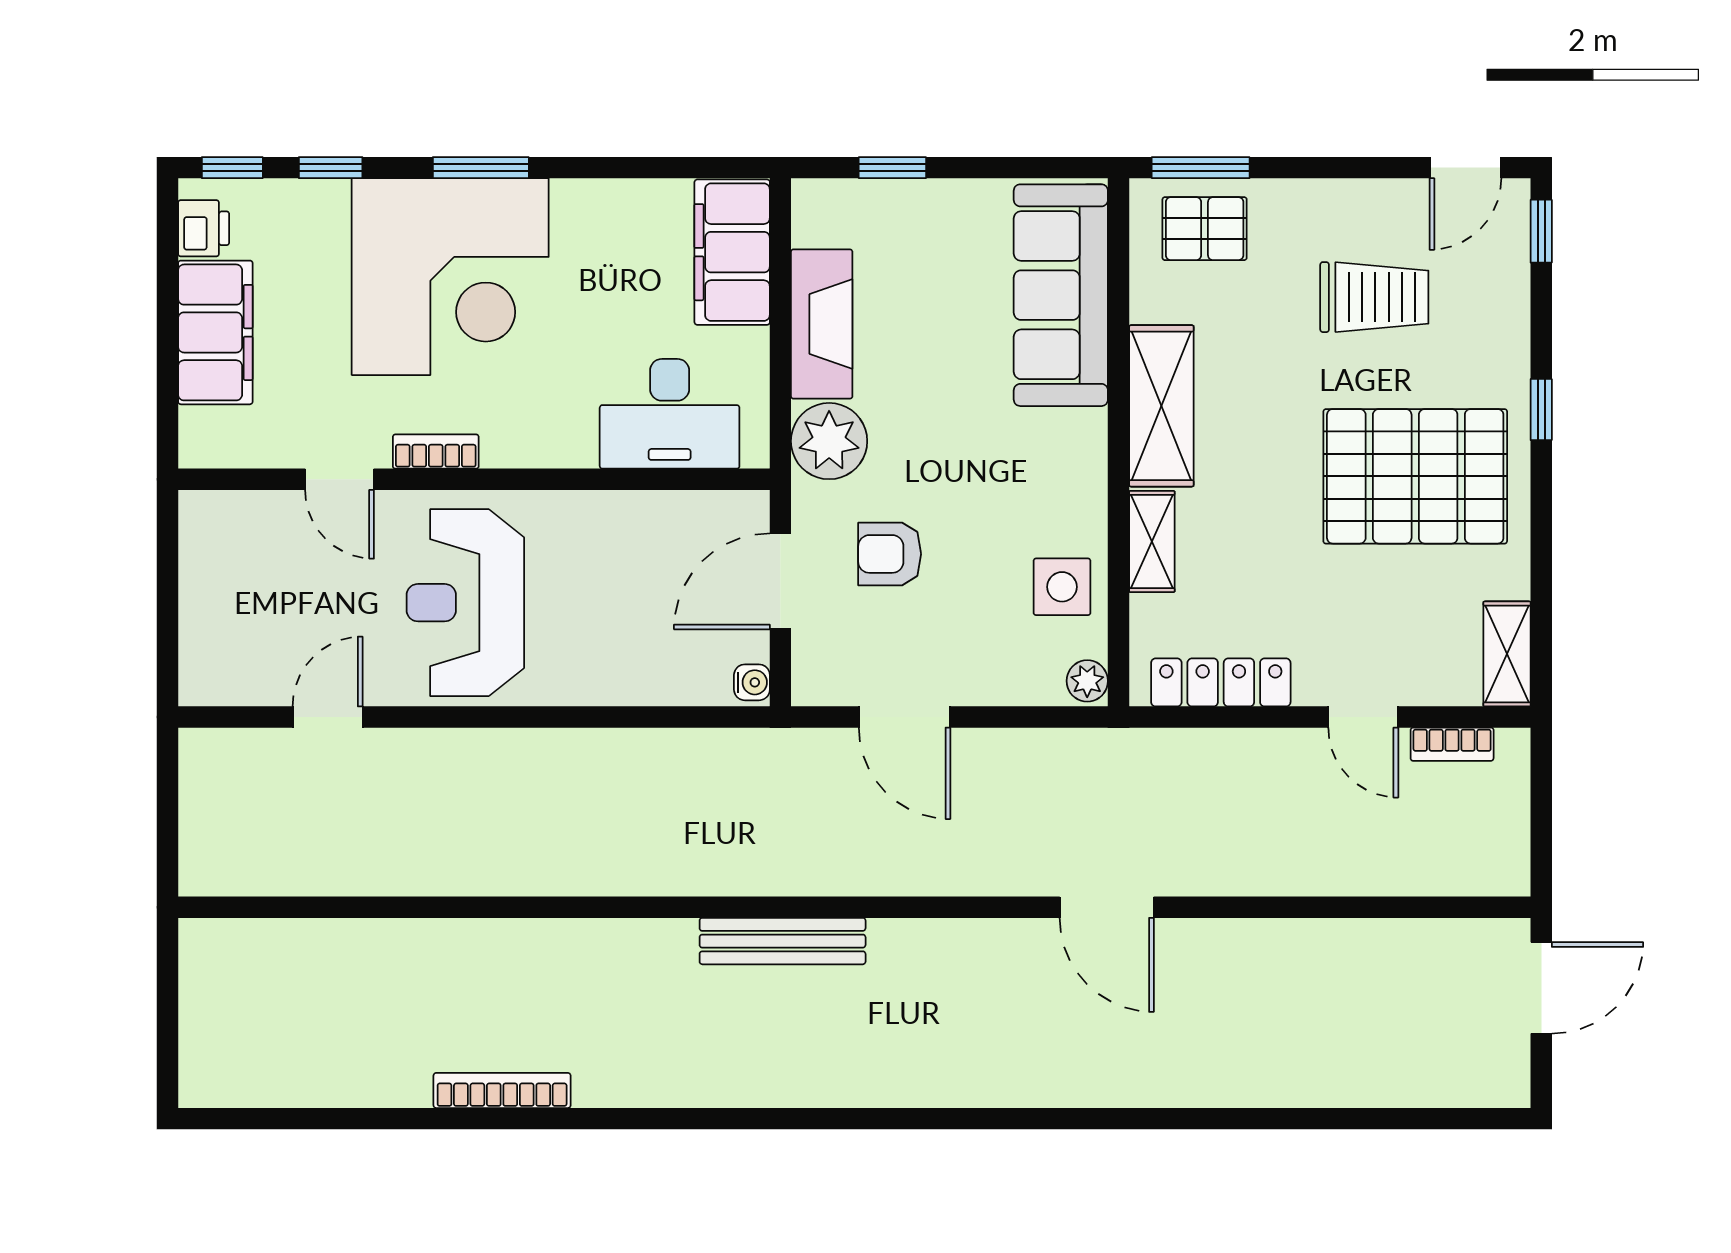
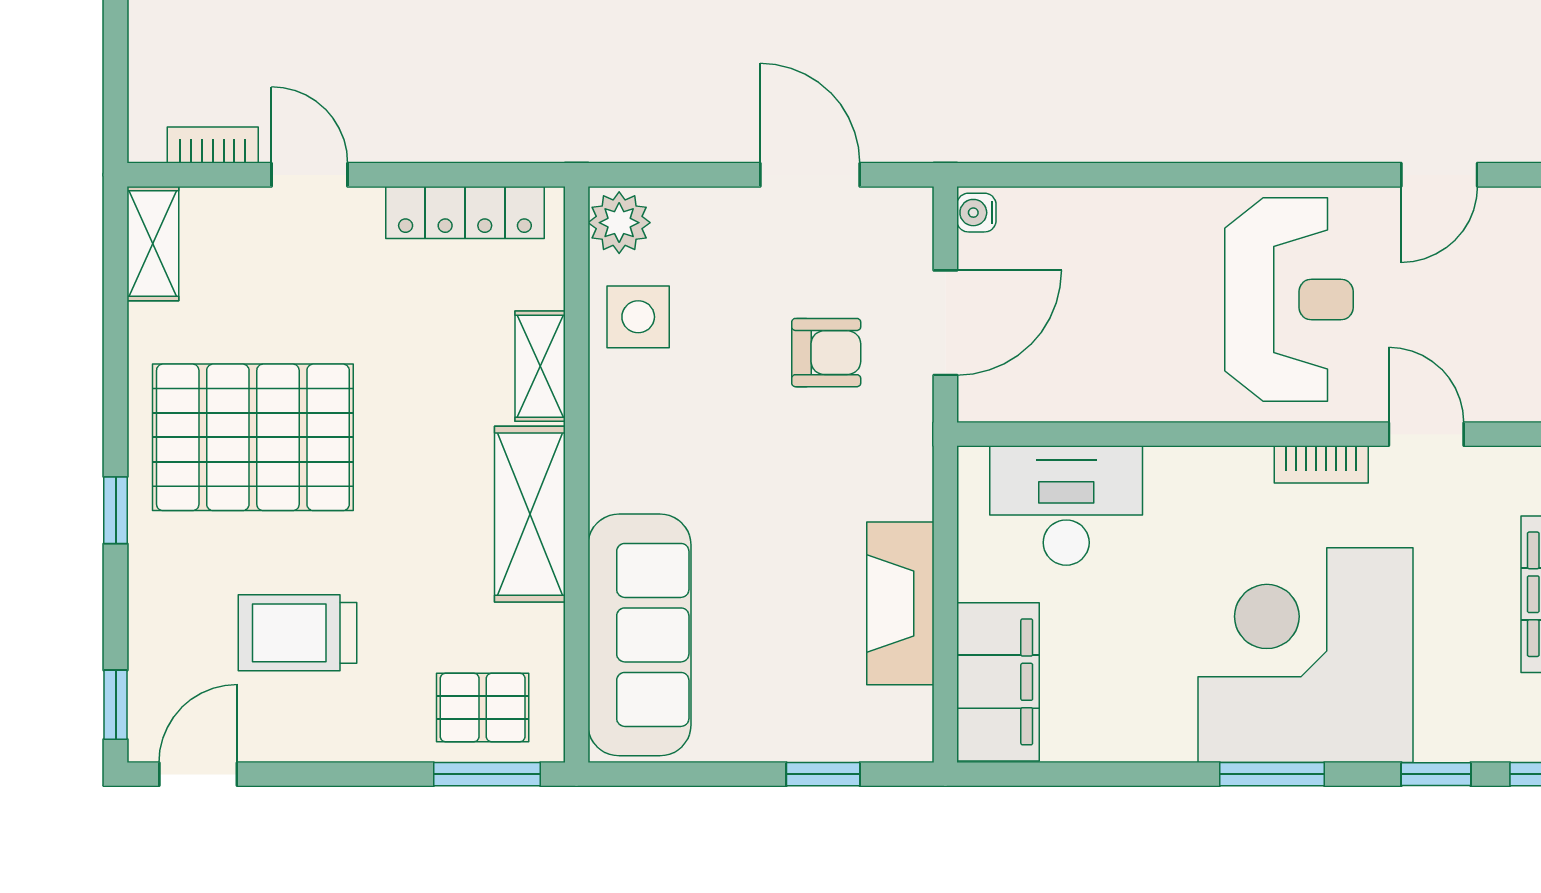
plant: (829, 441) -> (892, 476), removed
plant: (1087, 681) -> (619, 223), width x1.38, depth x1.38

